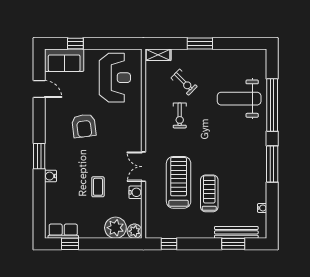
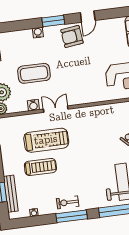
door: (39, 89) -> (88, 17), moved
exercise bike: (180, 115) -> (68, 202), moved
armchair: (84, 126) -> (72, 36), moved
coffee table: (98, 187) -> (34, 73), width x1.86, depth x1.72

